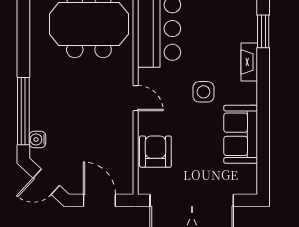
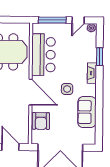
door: (136, 98) -> (30, 92), width x1.87
armchair: (155, 152) -> (41, 121), turned 180

